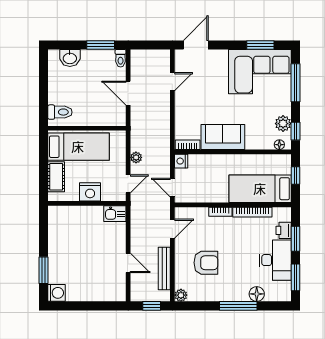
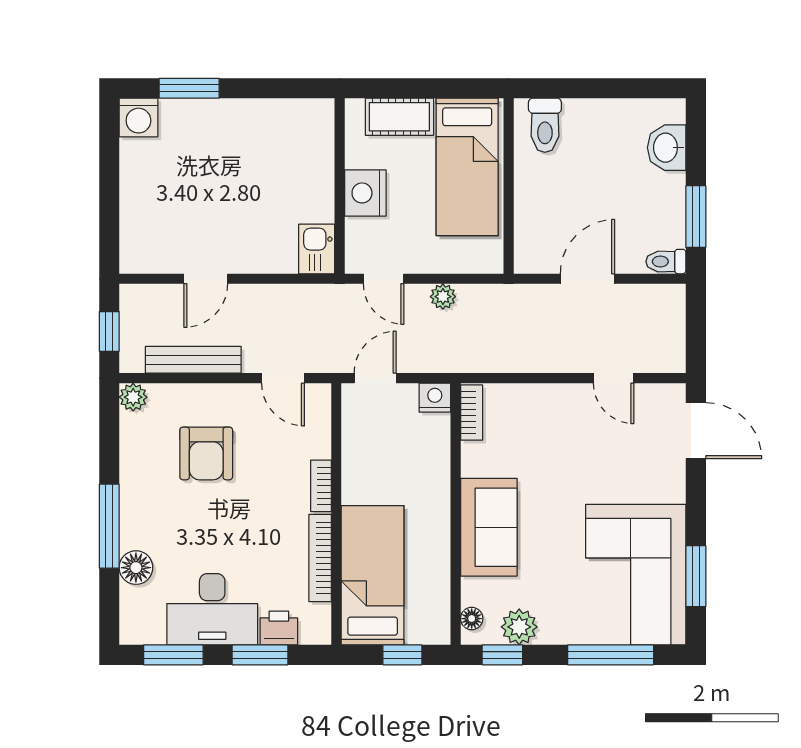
sofa: (223, 137) -> (489, 527), moved

